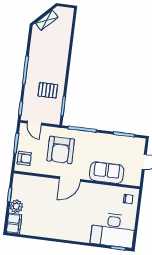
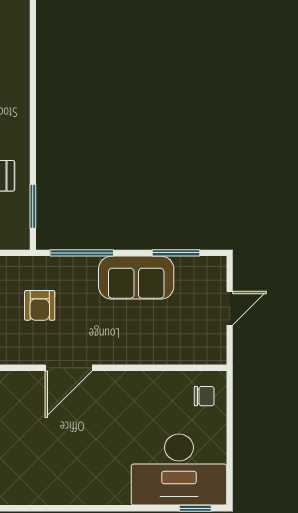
armchair: (61, 150) -> (40, 305), width x0.53, depth x0.53
sofa: (107, 173) -> (136, 278), moved, turned 180

